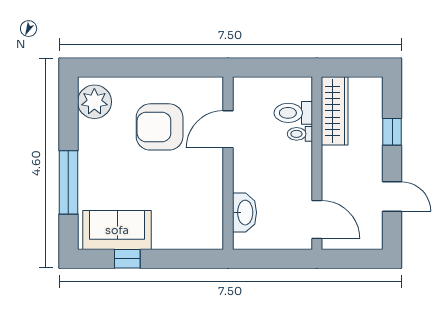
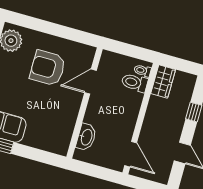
wardrobe: (335, 111) -> (163, 82), width x0.67
toilet: (300, 134) -> (142, 71), moved

